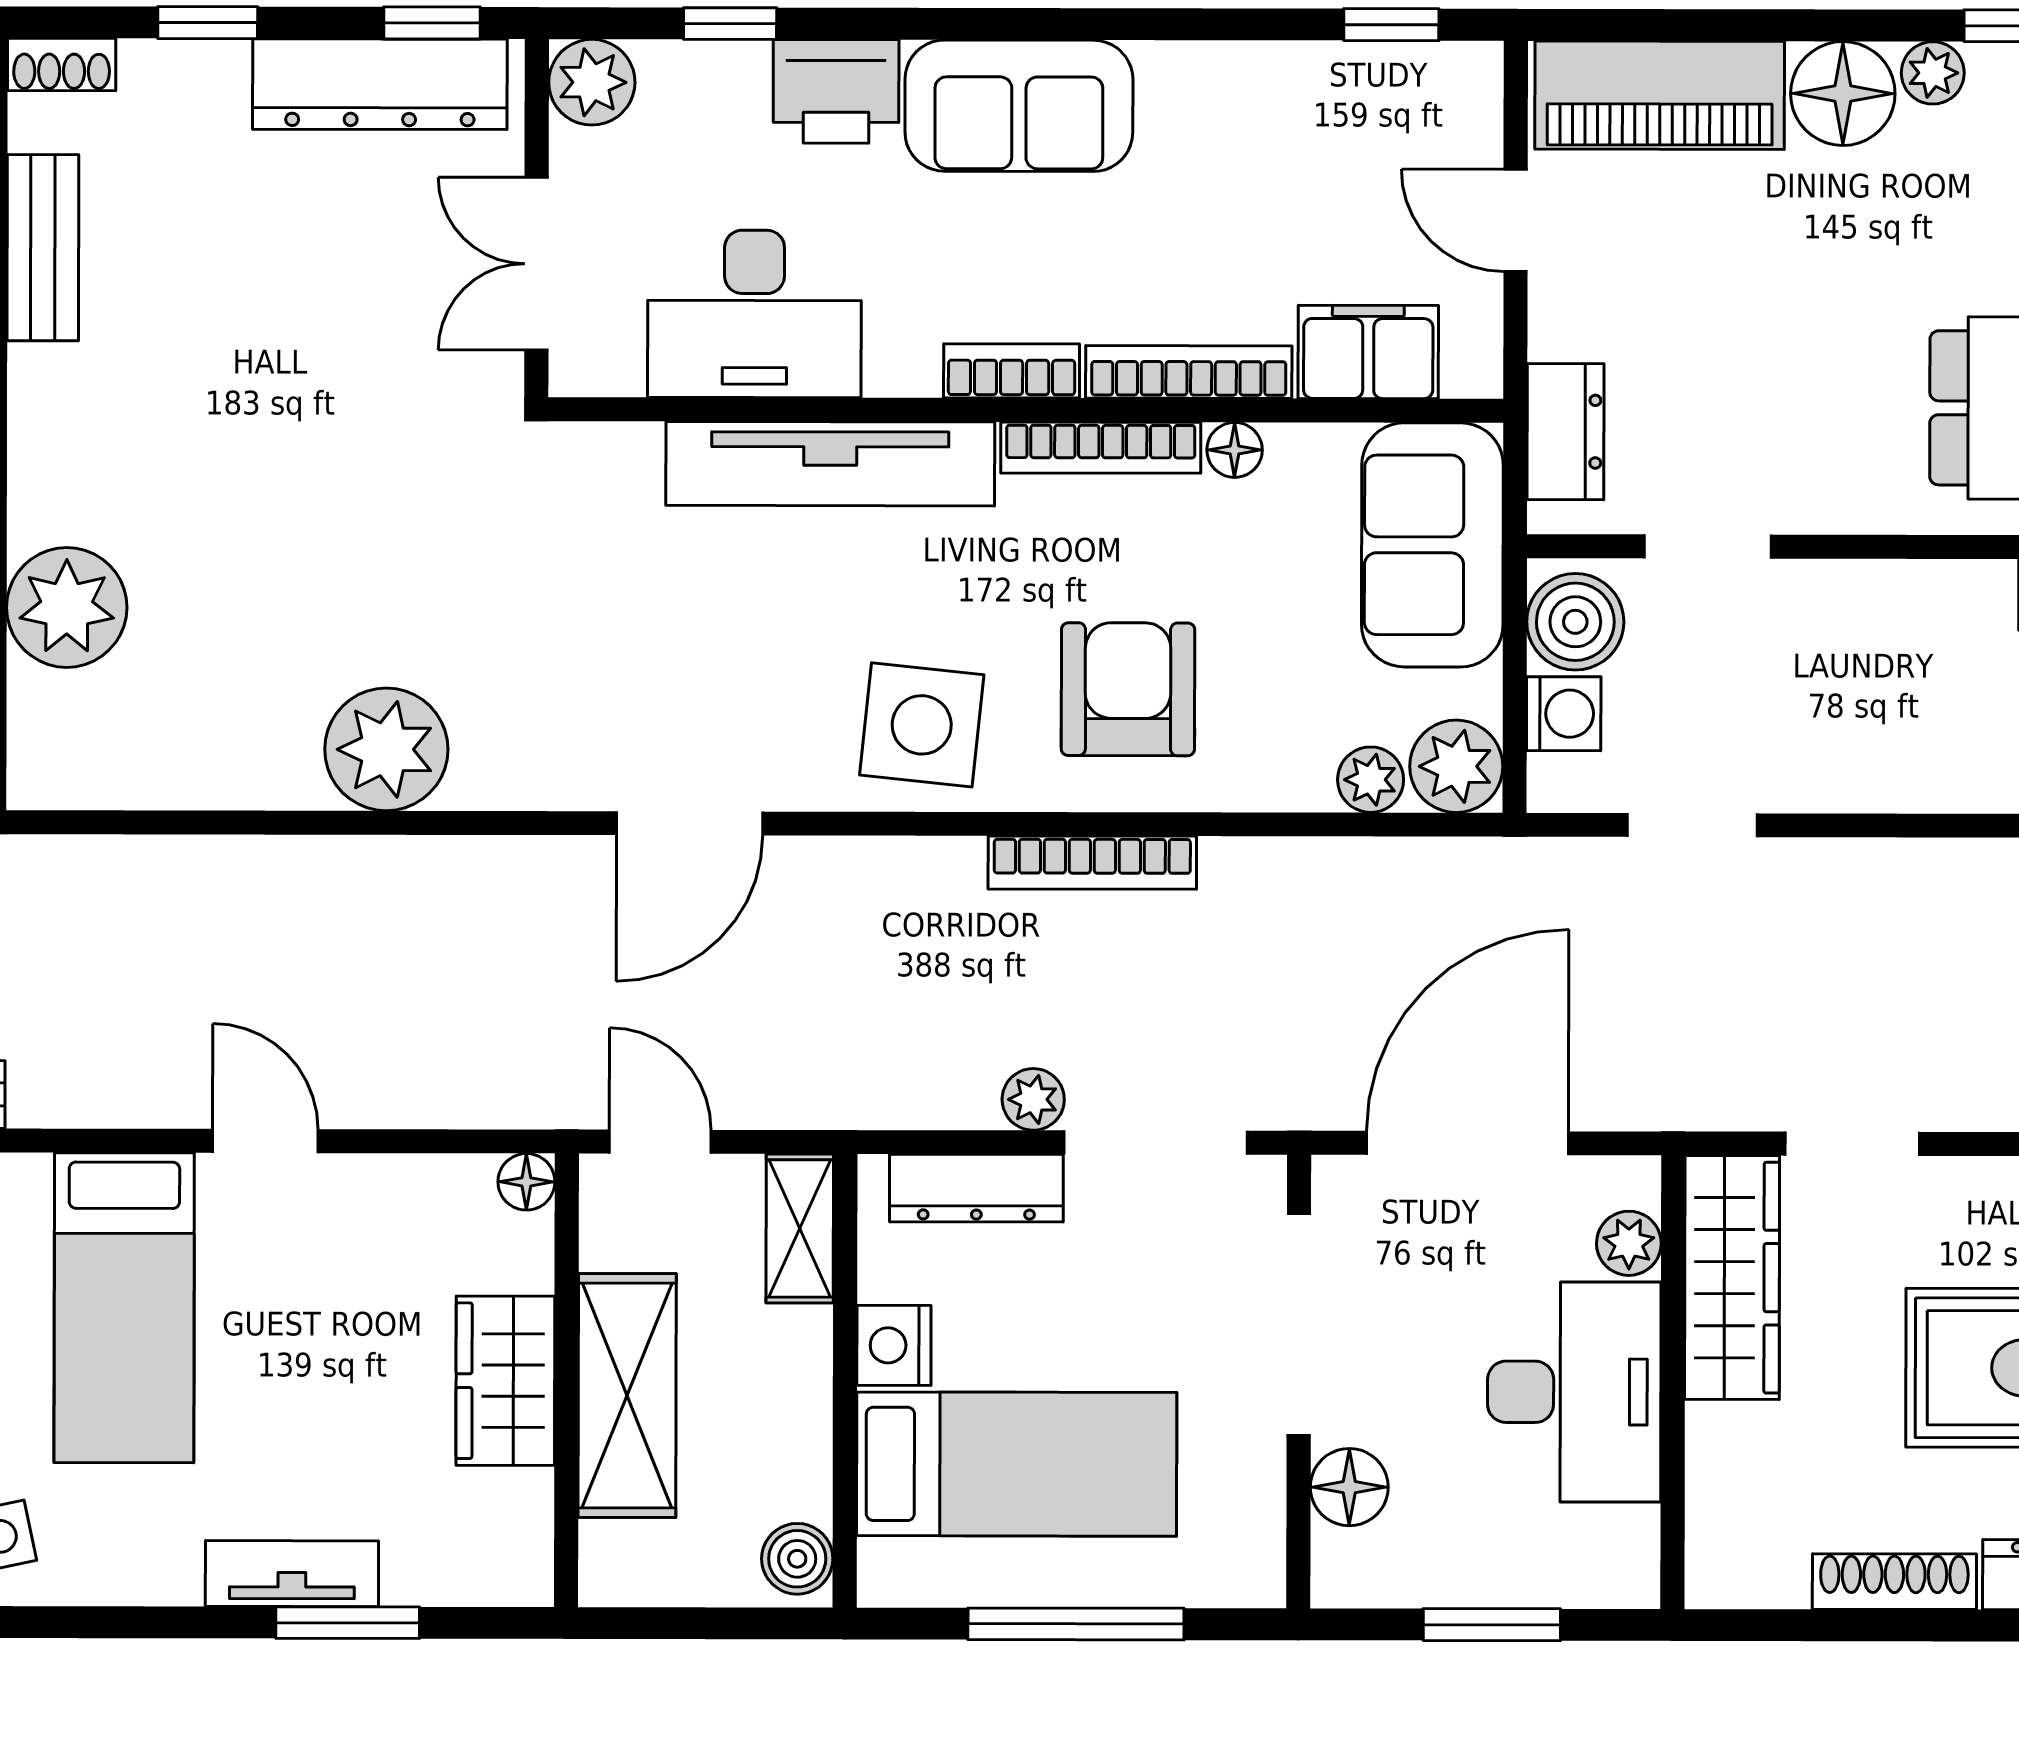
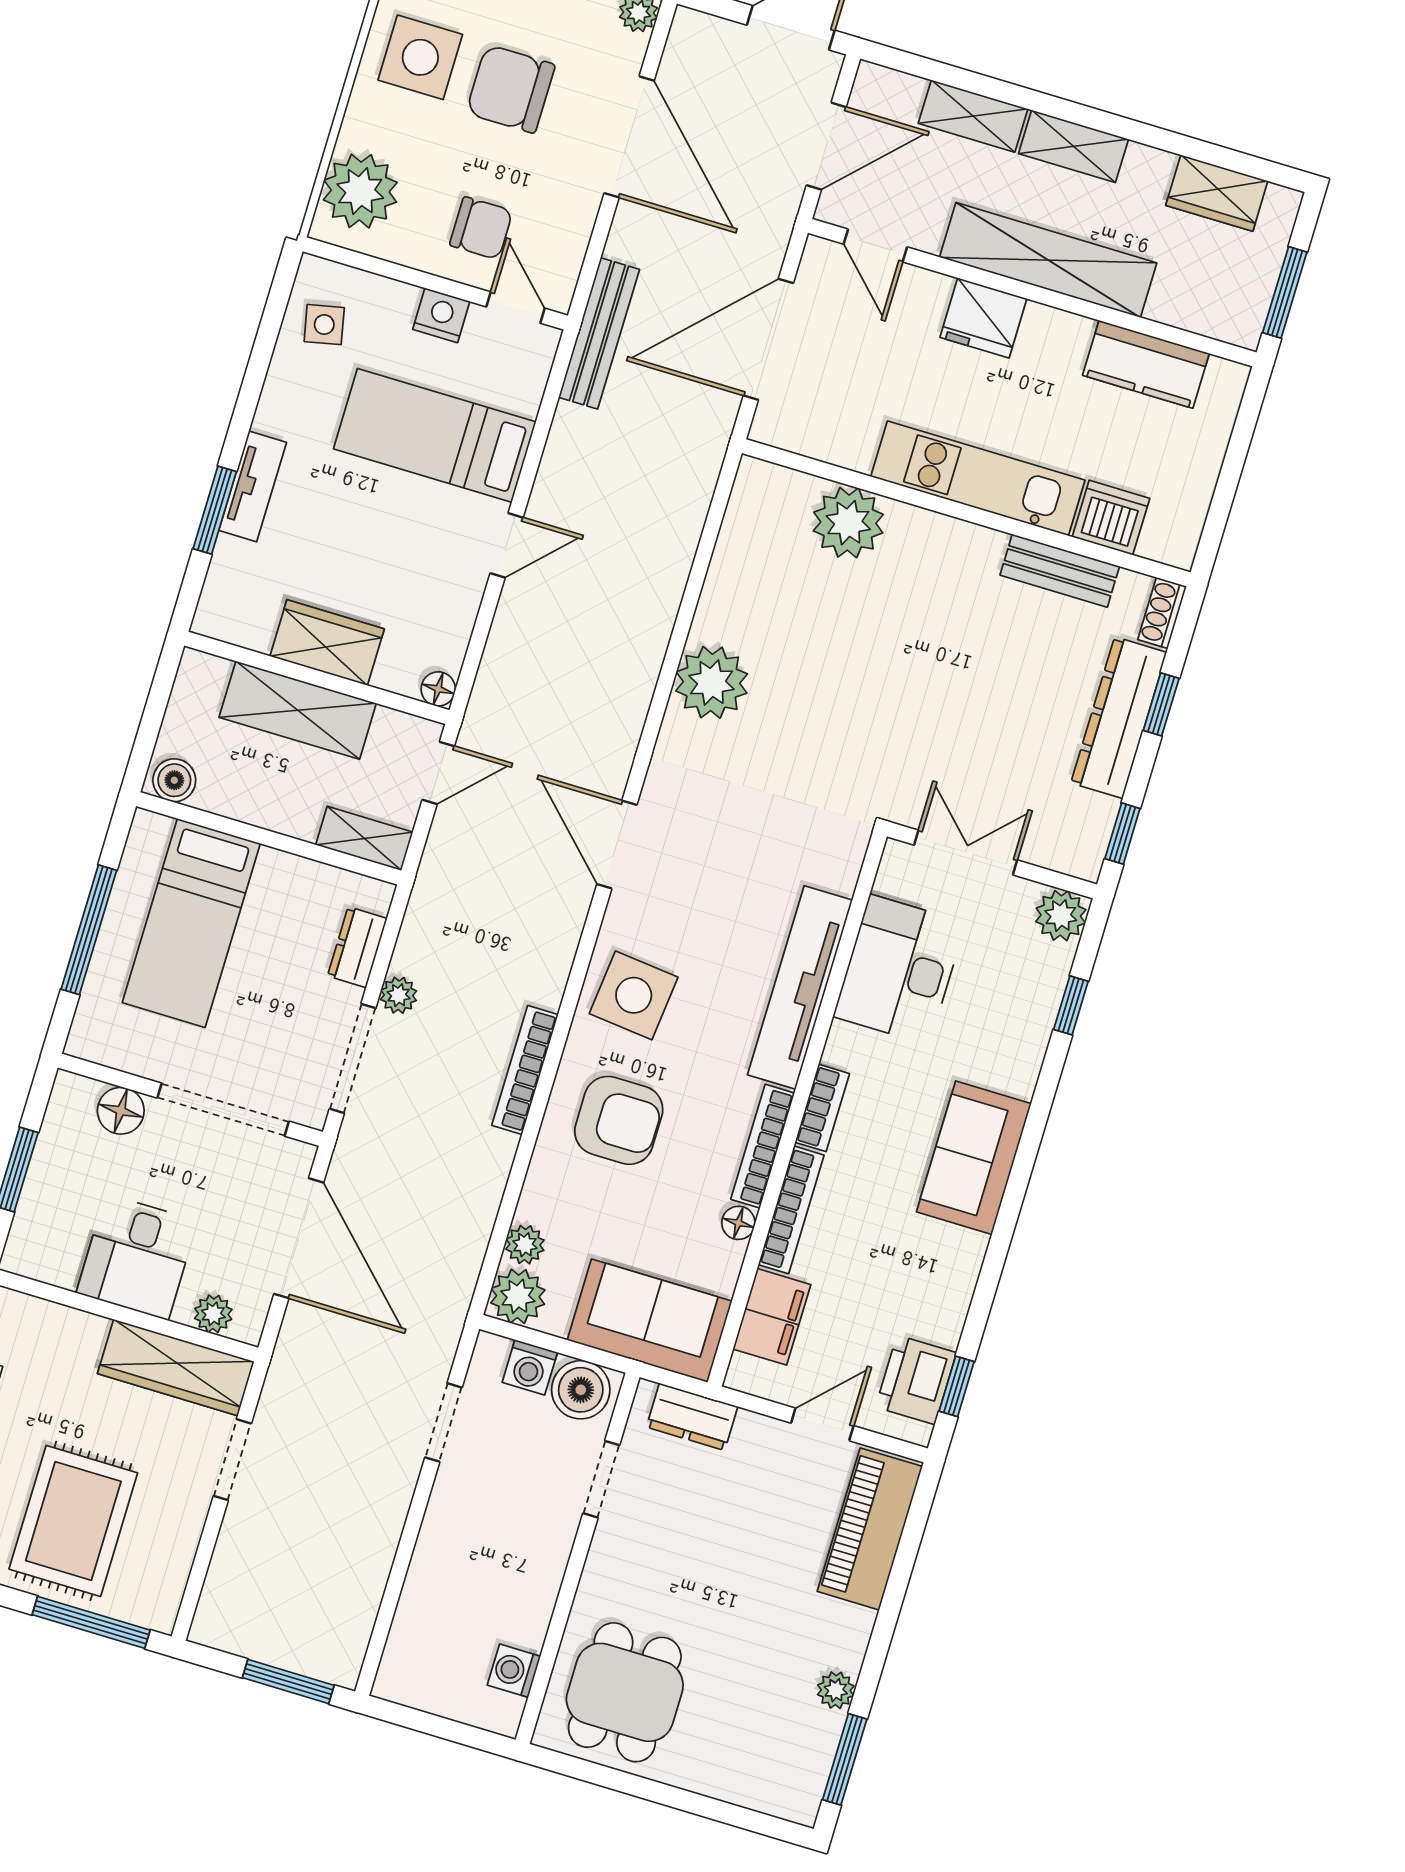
dresser: (380, 84) -> (1119, 718), moved
printer: (836, 91) -> (916, 1380), moved
floor lamp: (1843, 94) -> (839, 1635), removed
dresser: (976, 1188) -> (357, 947), width x0.70
nightstand: (894, 1345) -> (281, 873), removed
desk: (1574, 1392) -> (137, 1257), width x0.73

